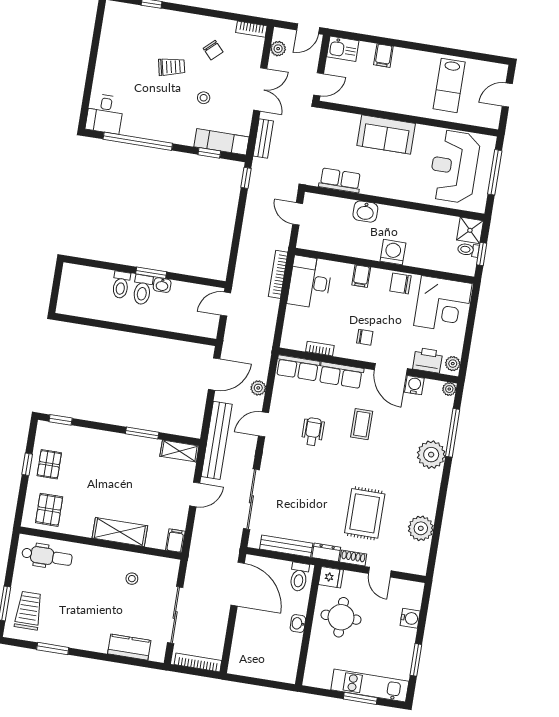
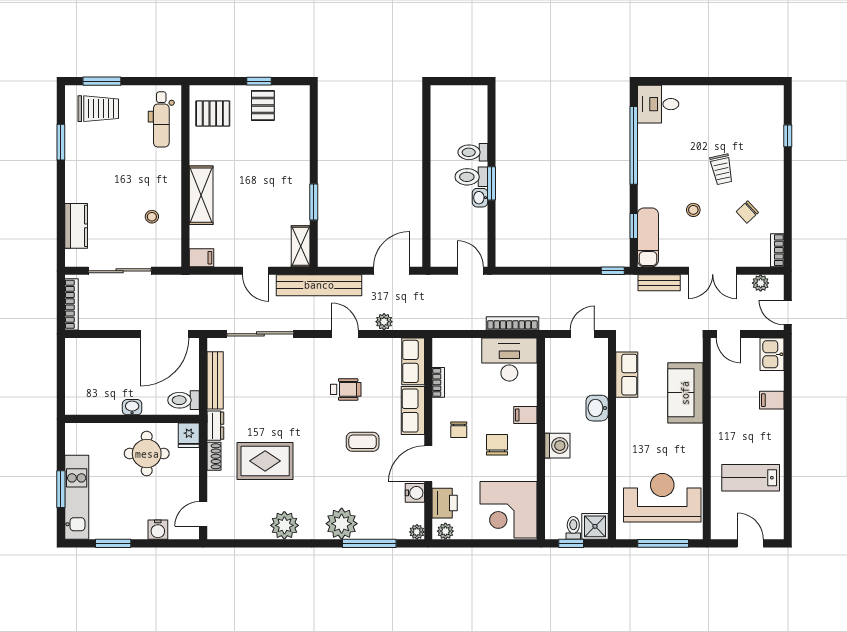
sofa: (386, 135) -> (685, 393), moved
chair: (401, 283) -> (497, 445), moved
door: (214, 374) -> (391, 271), swing flipped
window: (61, 420) -> (314, 110), removed
pallet: (49, 464) -> (263, 105), turned 90
plant: (421, 528) -> (284, 525), moved
door: (380, 572) -> (203, 514), moved

